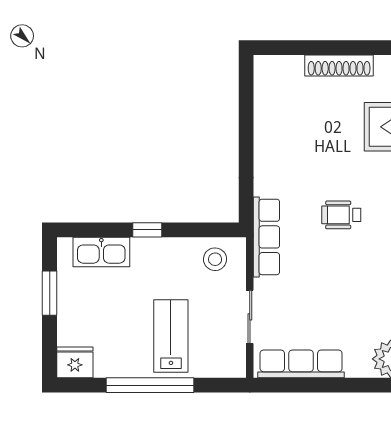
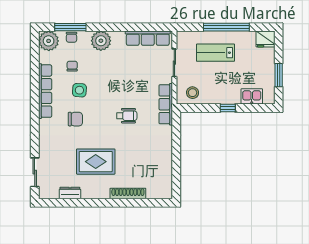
kitchen sink: (101, 252) -> (252, 96), width x0.73
lab bench: (171, 336) -> (215, 53), turned 90

